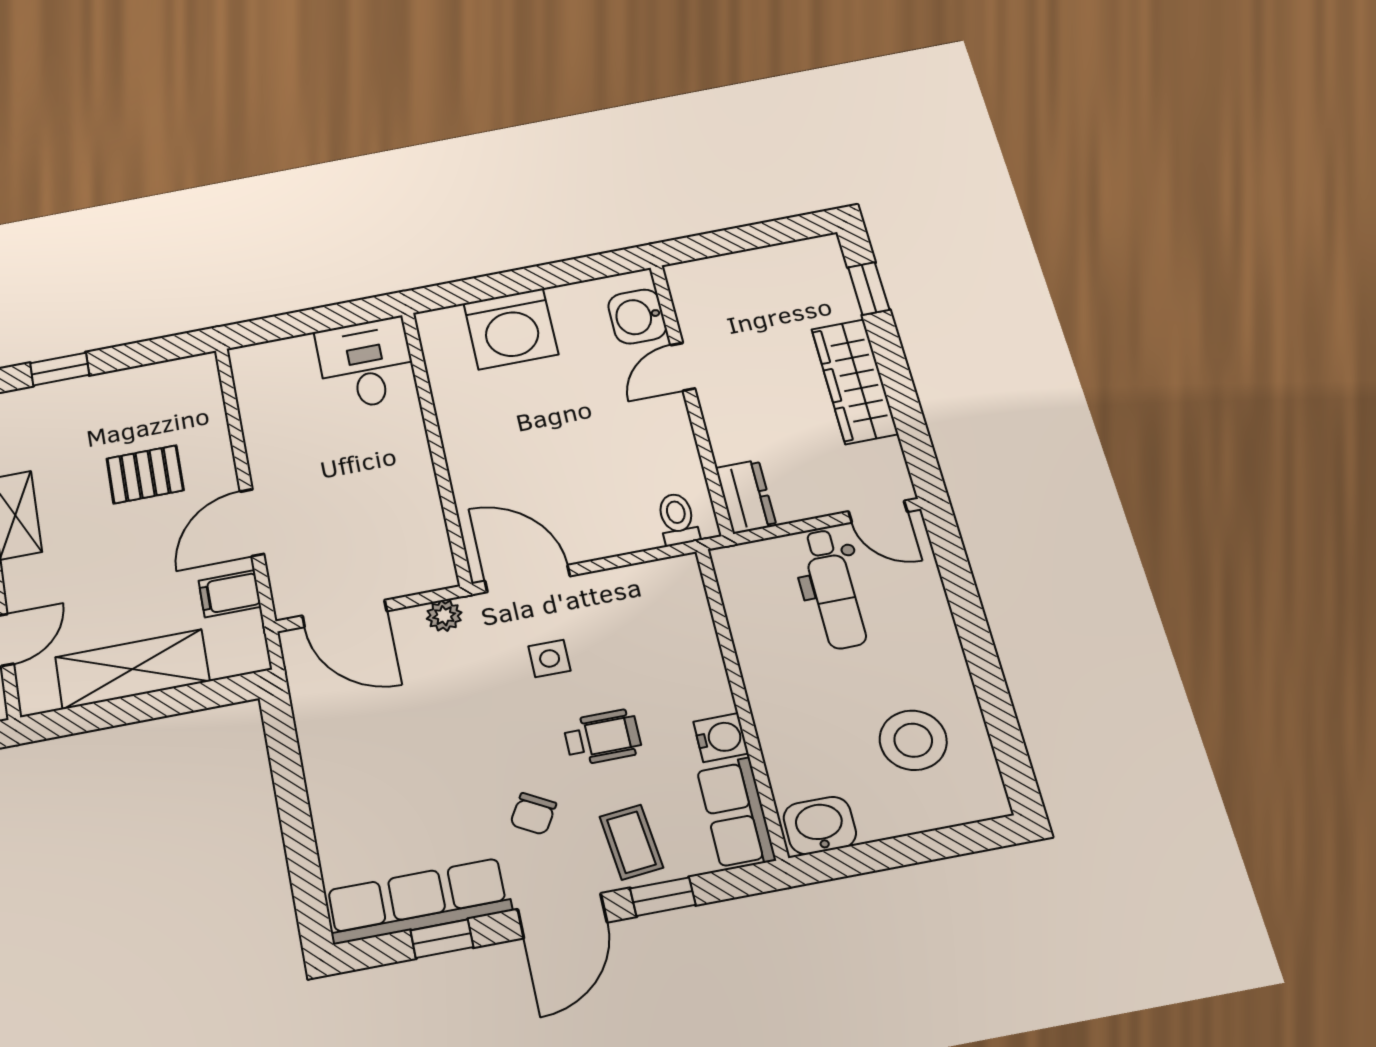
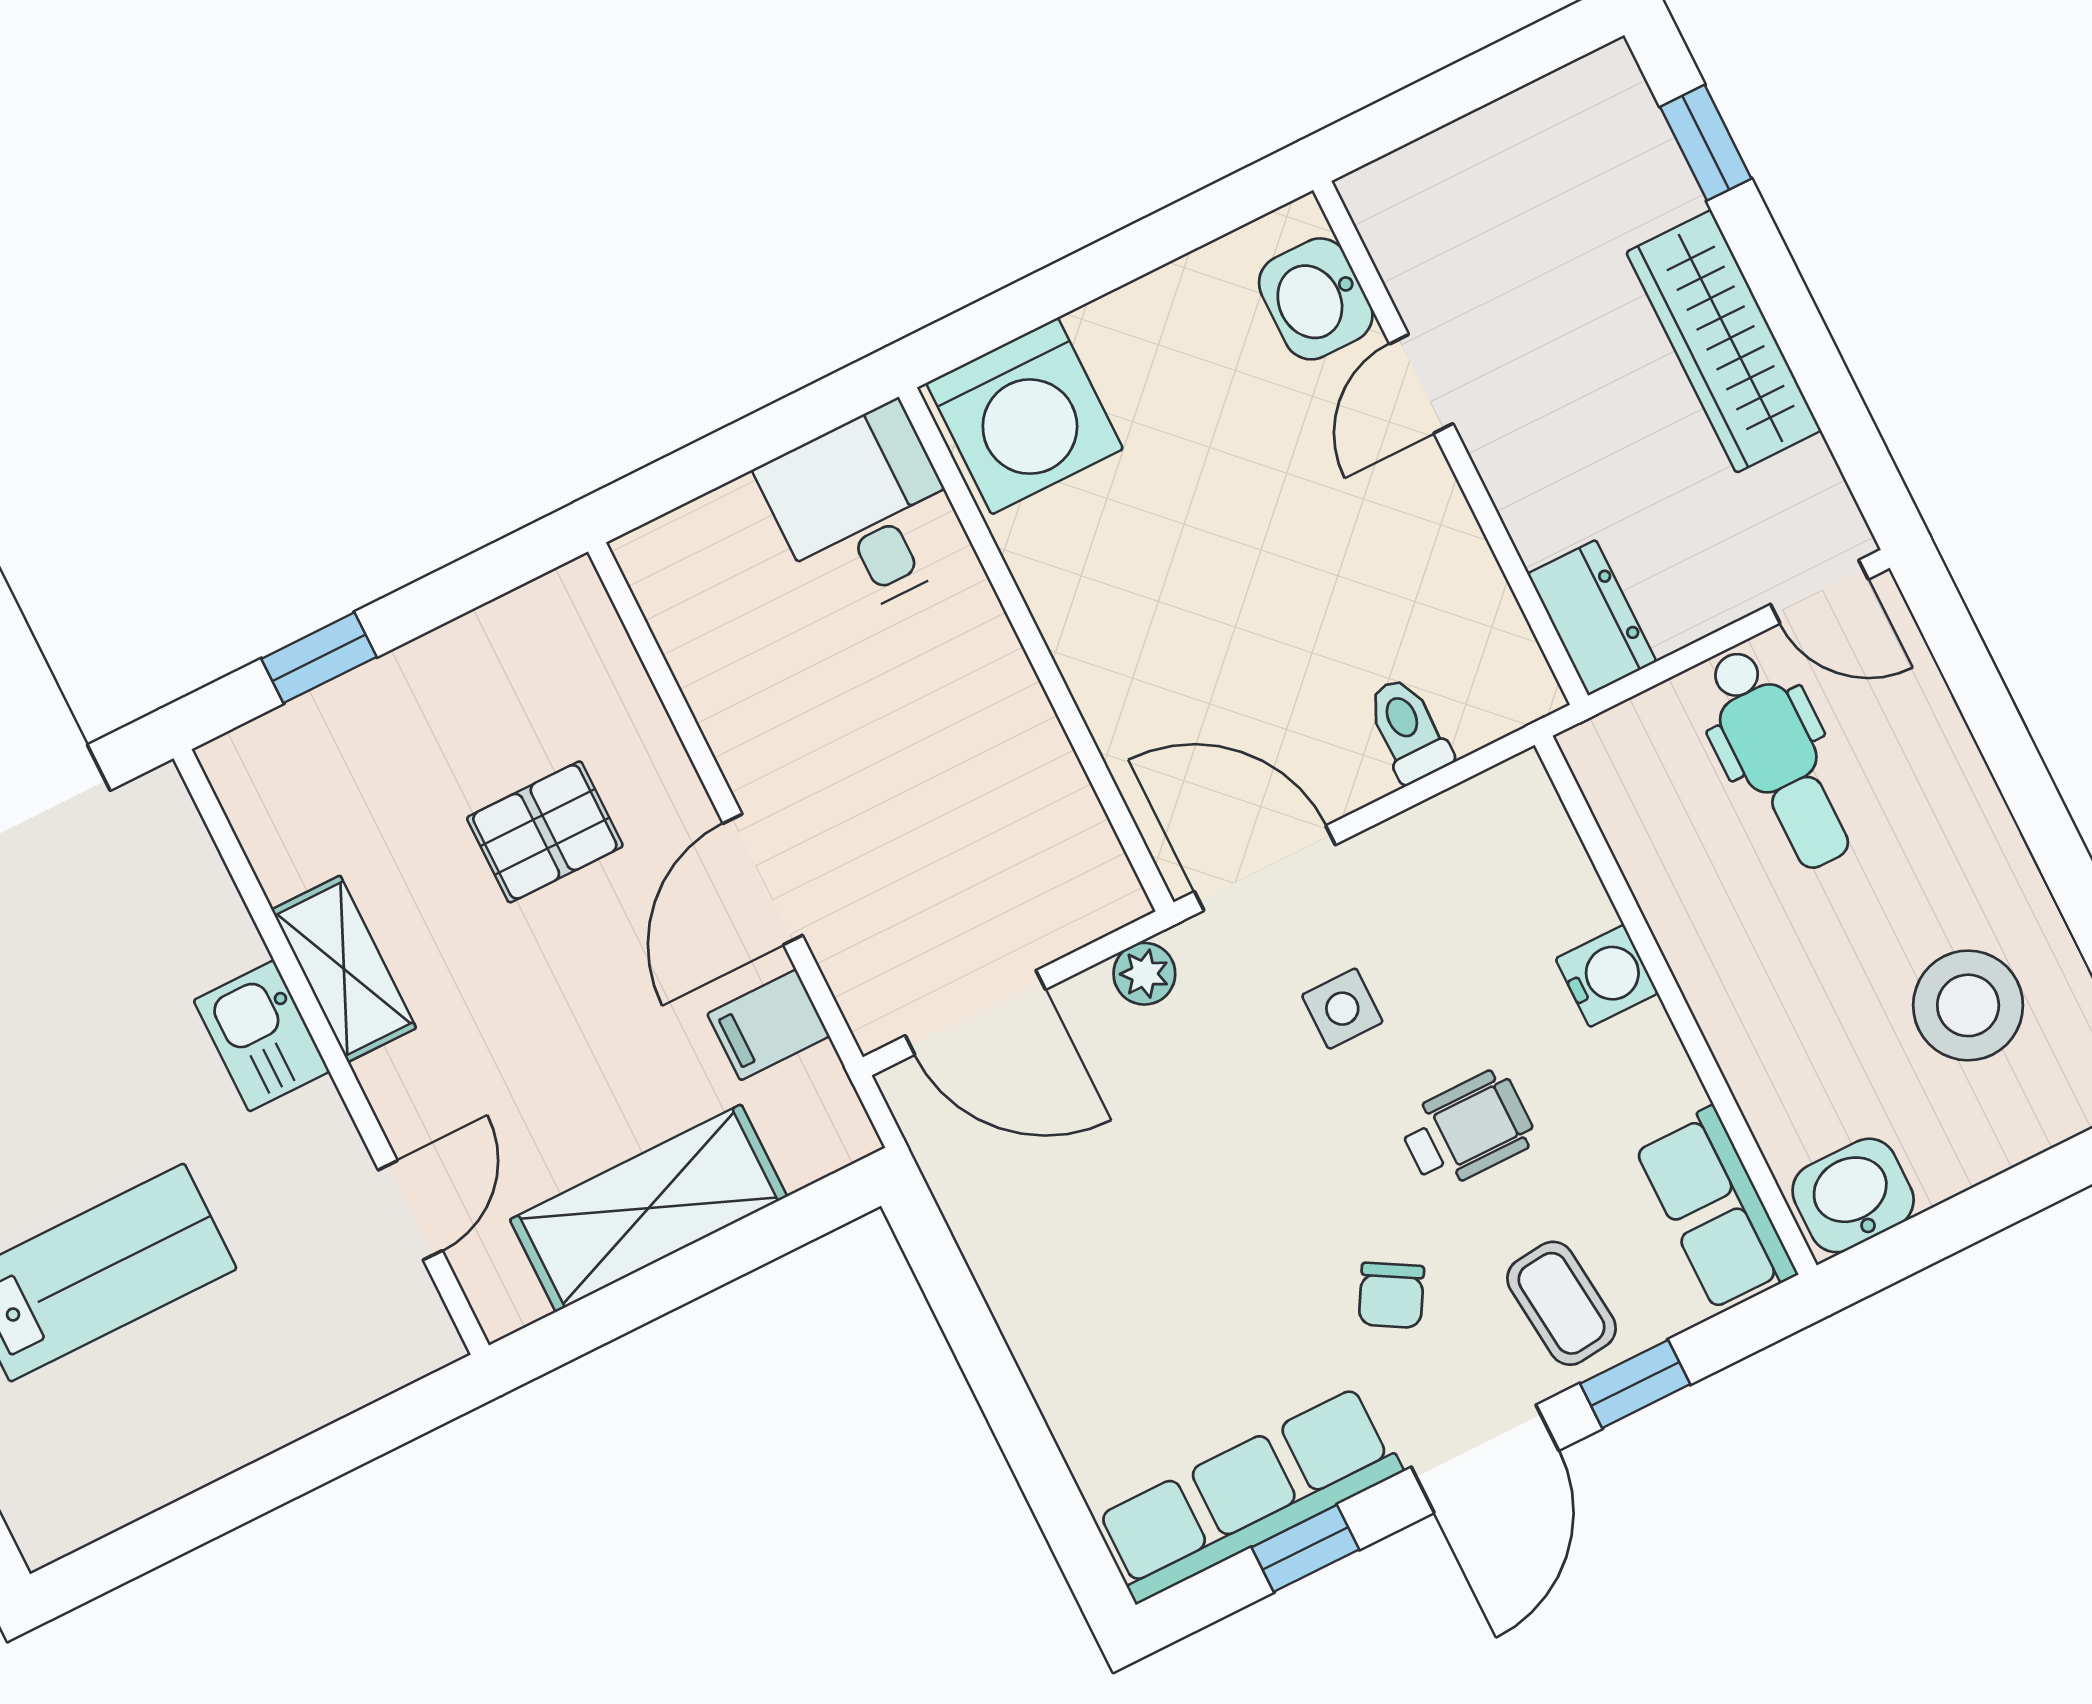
washing machine: (511, 329) -> (1025, 416), moved
toilet: (678, 519) -> (1408, 730), moved
water cooler: (721, 738) -> (1607, 976), moved

